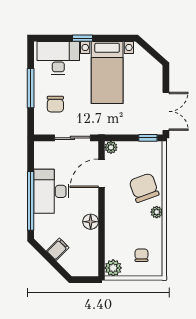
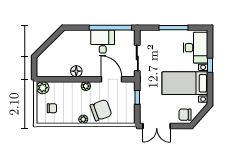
chair: (55, 104) -> (185, 115), moved
window: (148, 138) -> (137, 97), moved
plant: (111, 147) -> (86, 86), moved
desk: (51, 191) -> (103, 43), width x0.73
window: (31, 201) -> (110, 28), moved
filing cabinet: (58, 249) -> (56, 47), removed

